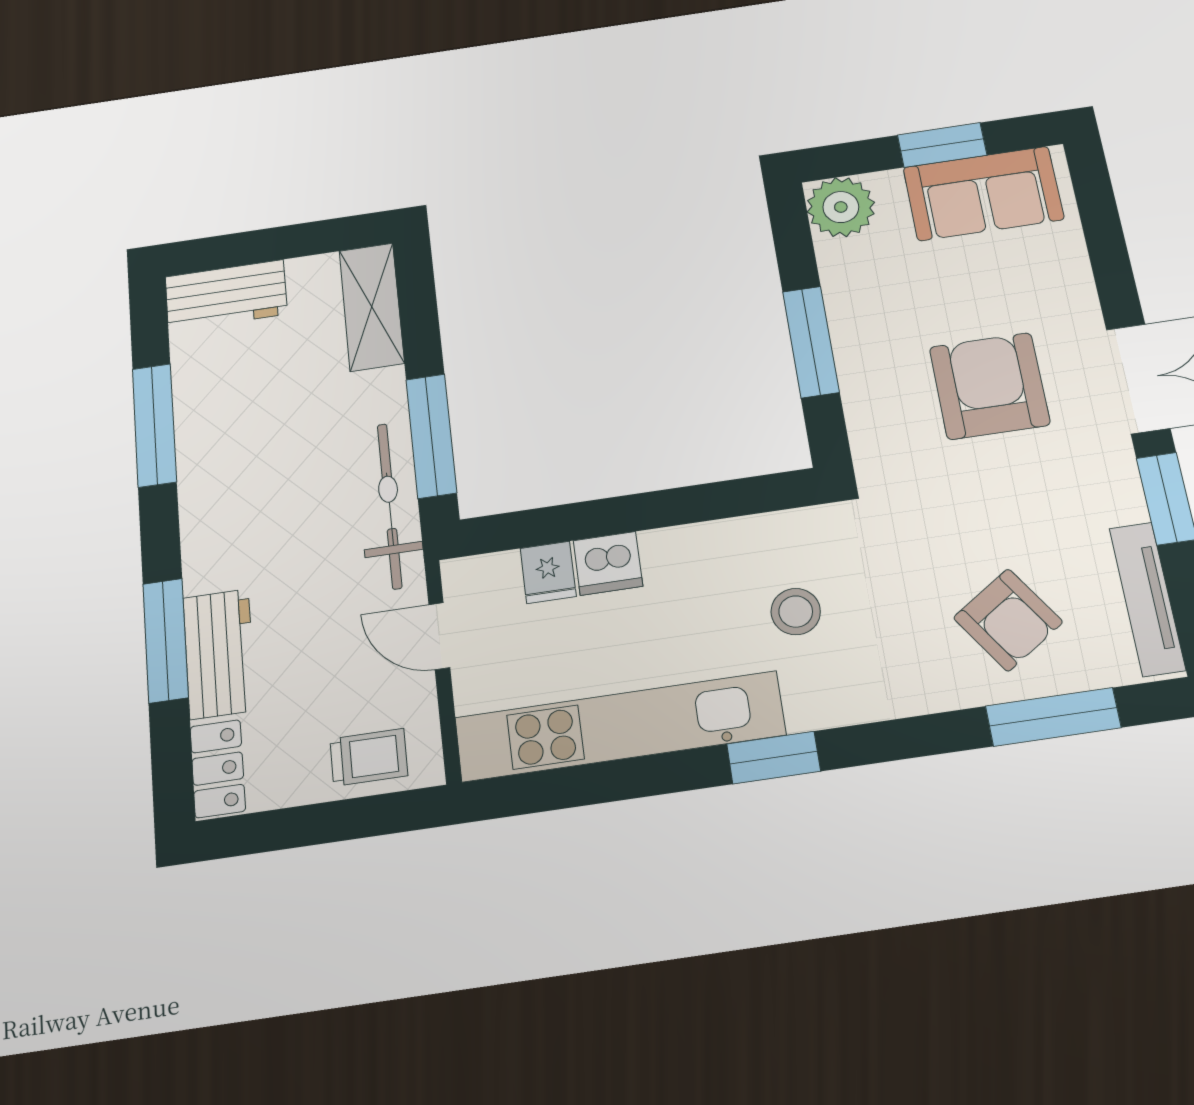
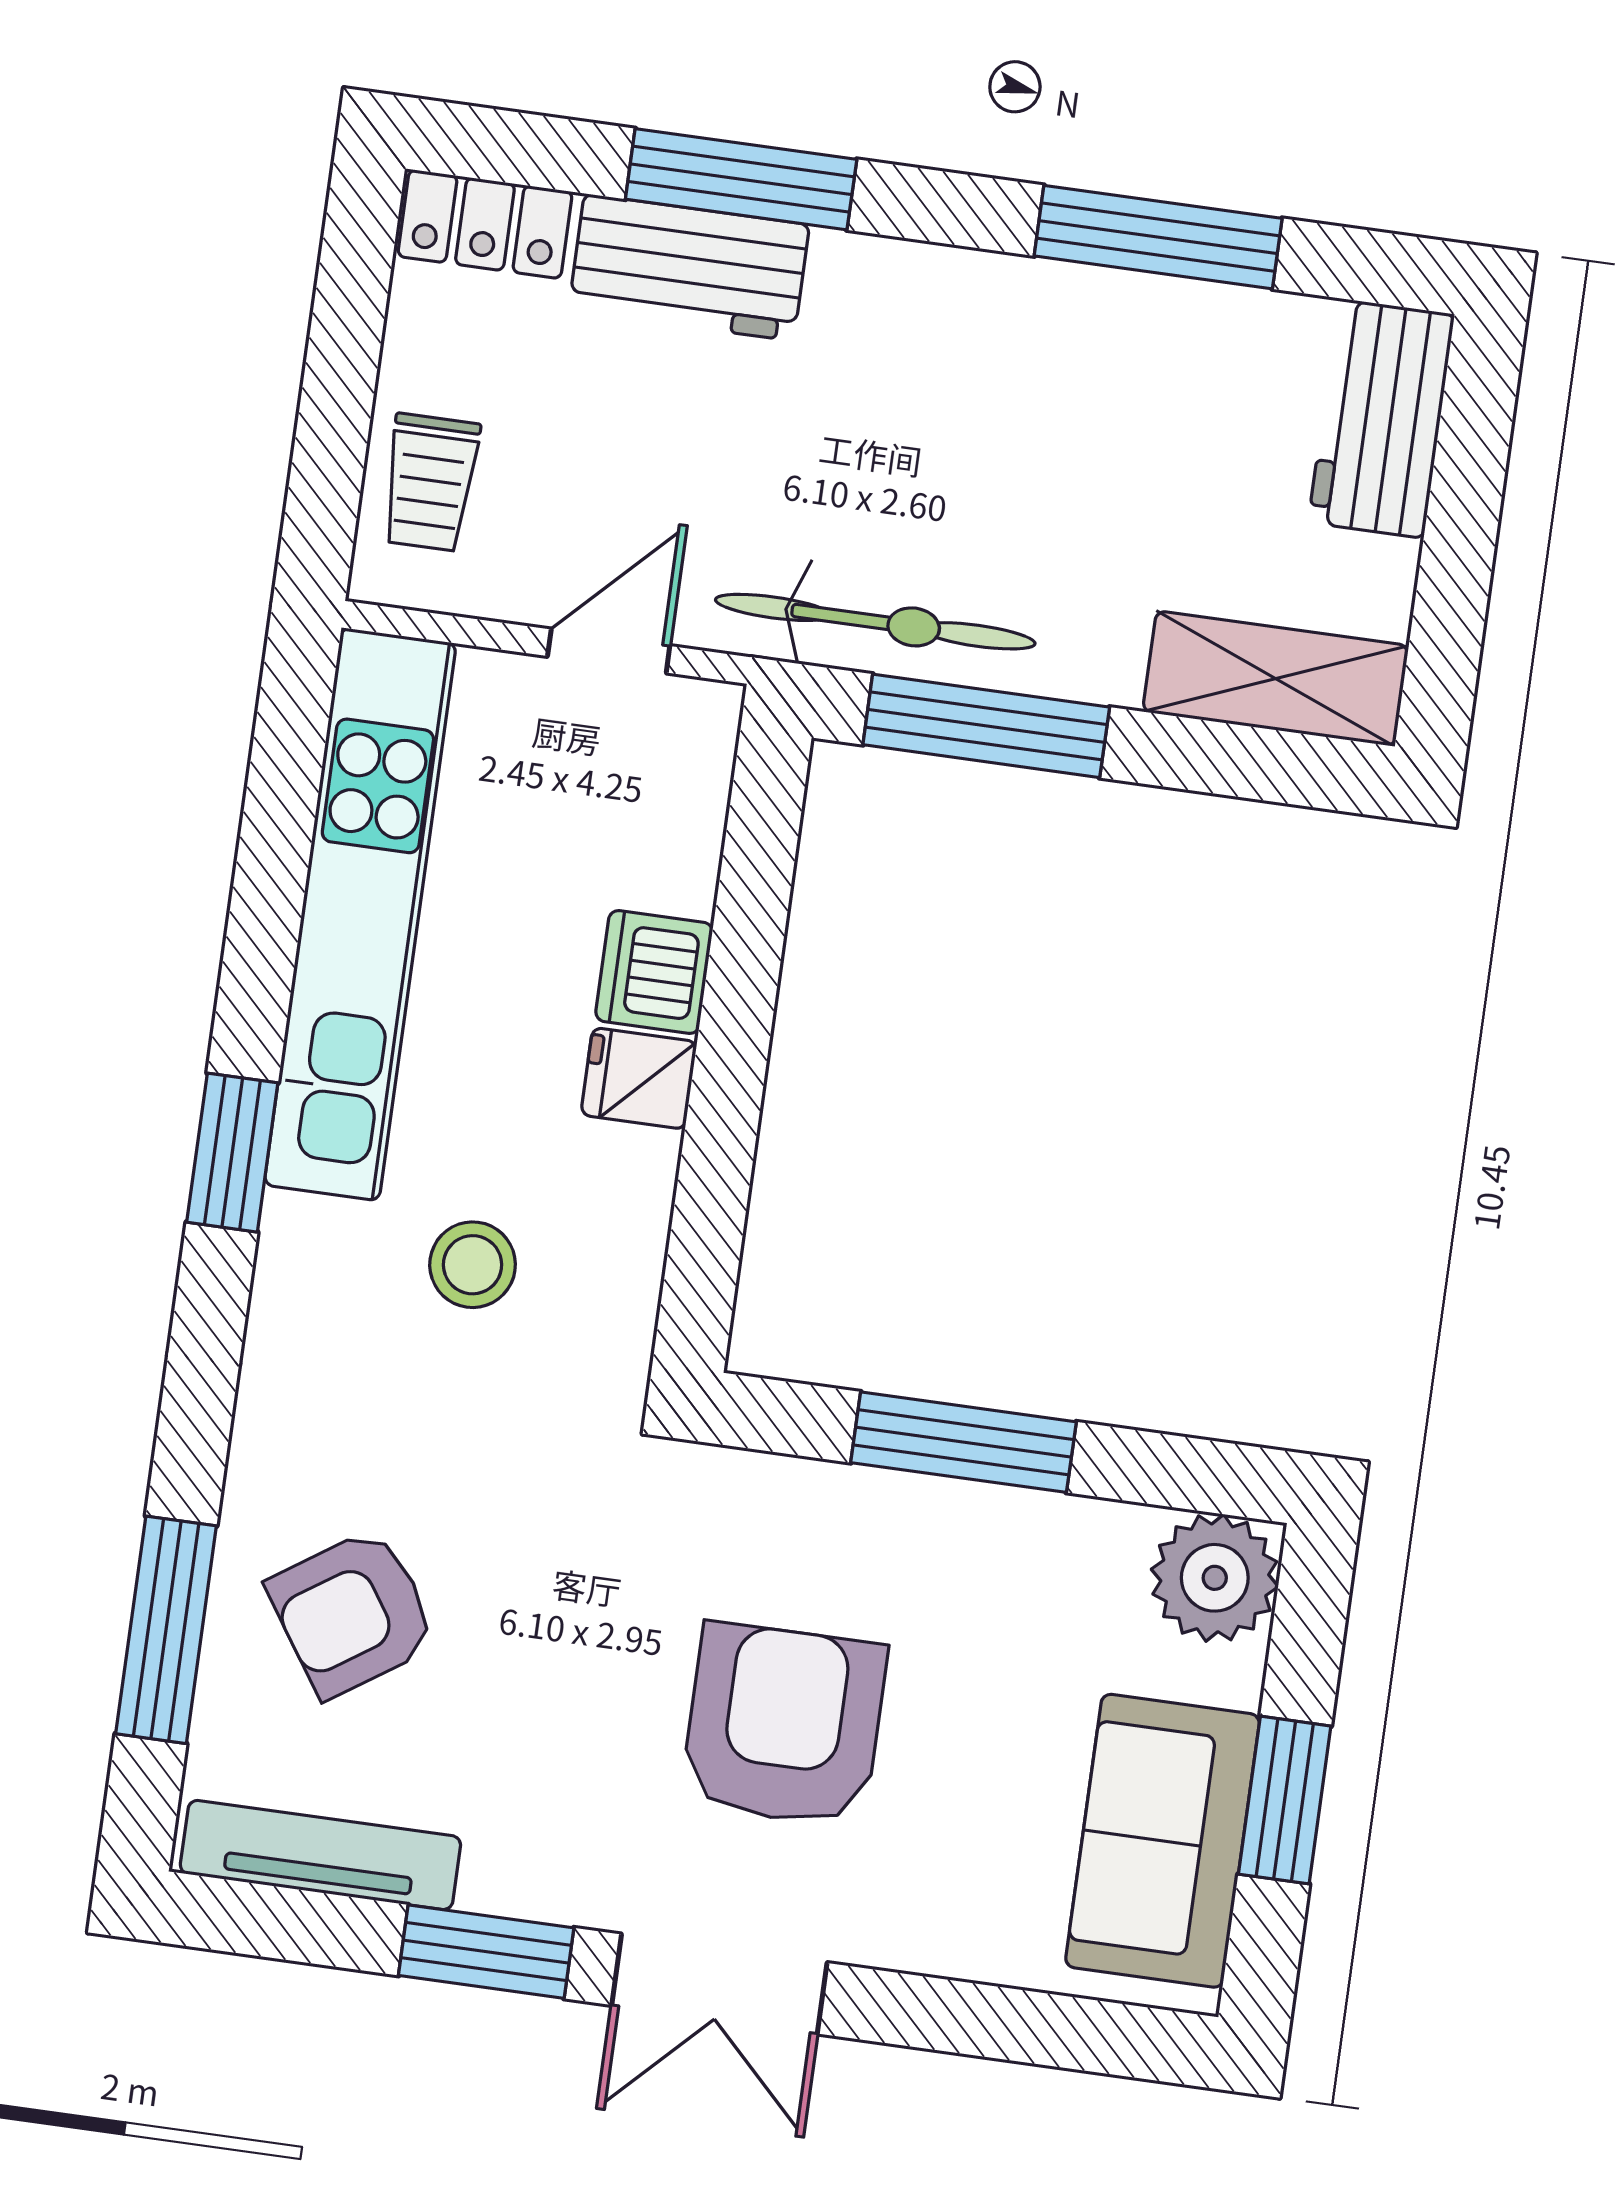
armchair: (989, 386) -> (784, 1725), turned -90
fridge: (548, 572) -> (639, 1078), moved

